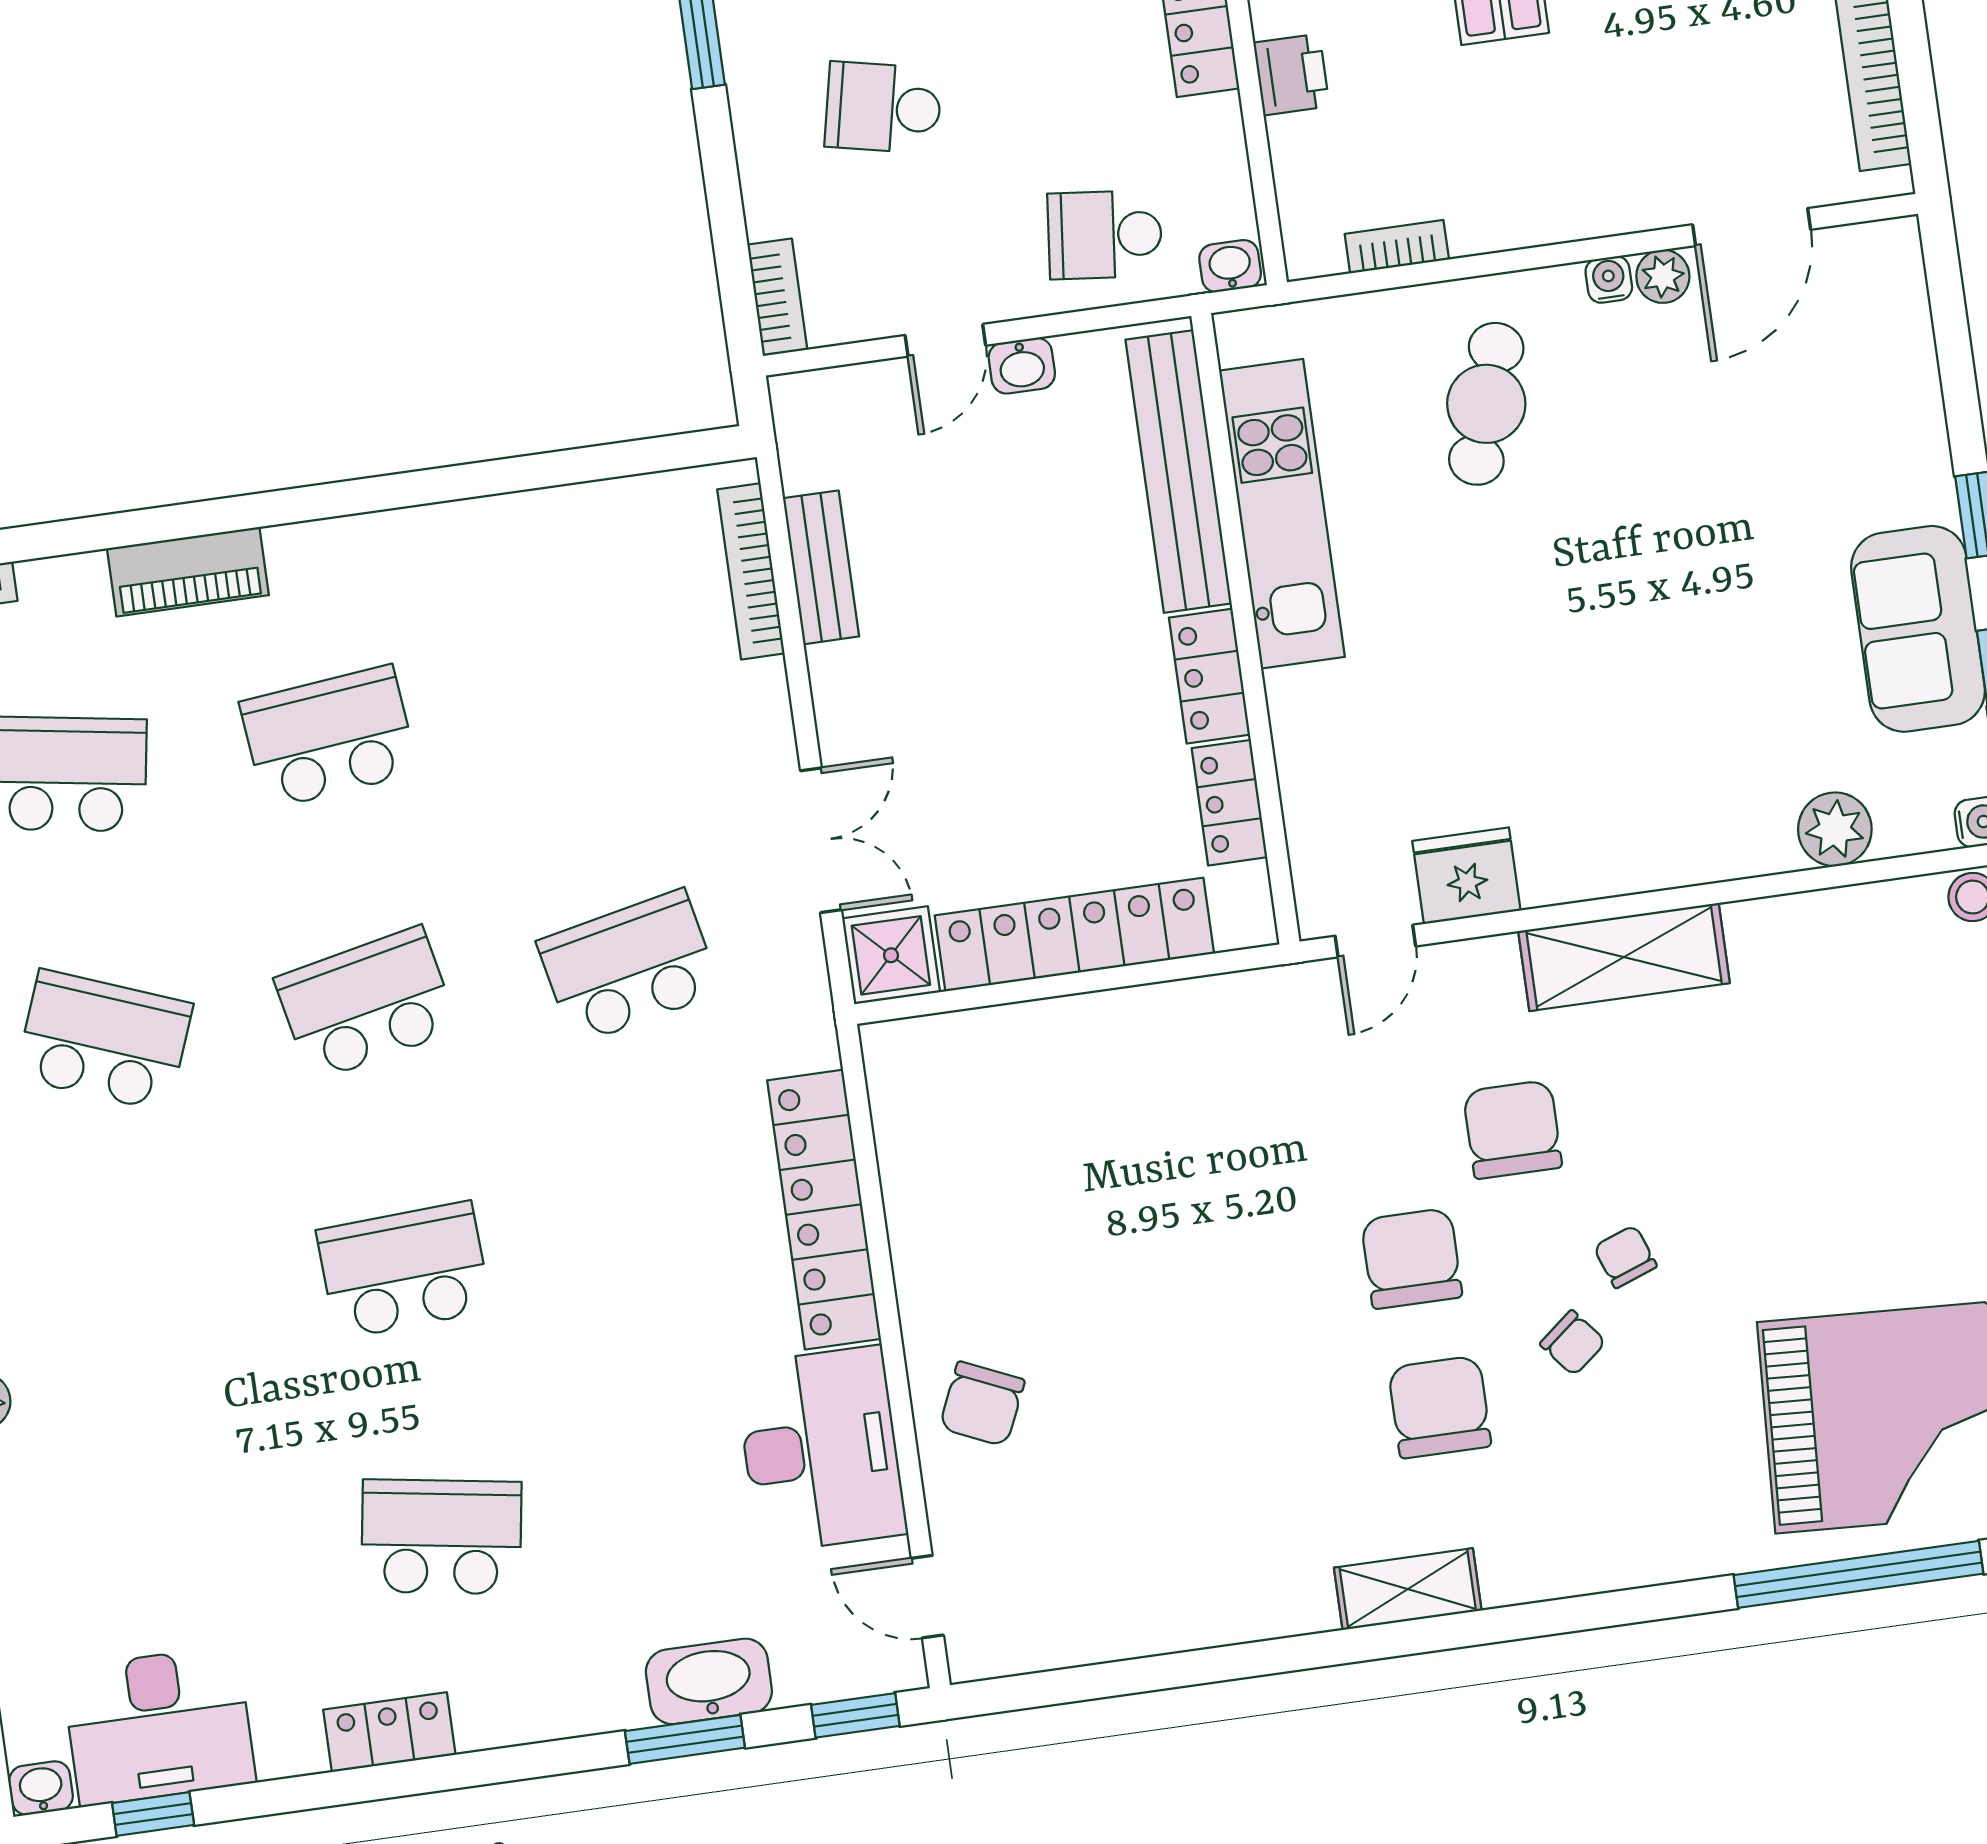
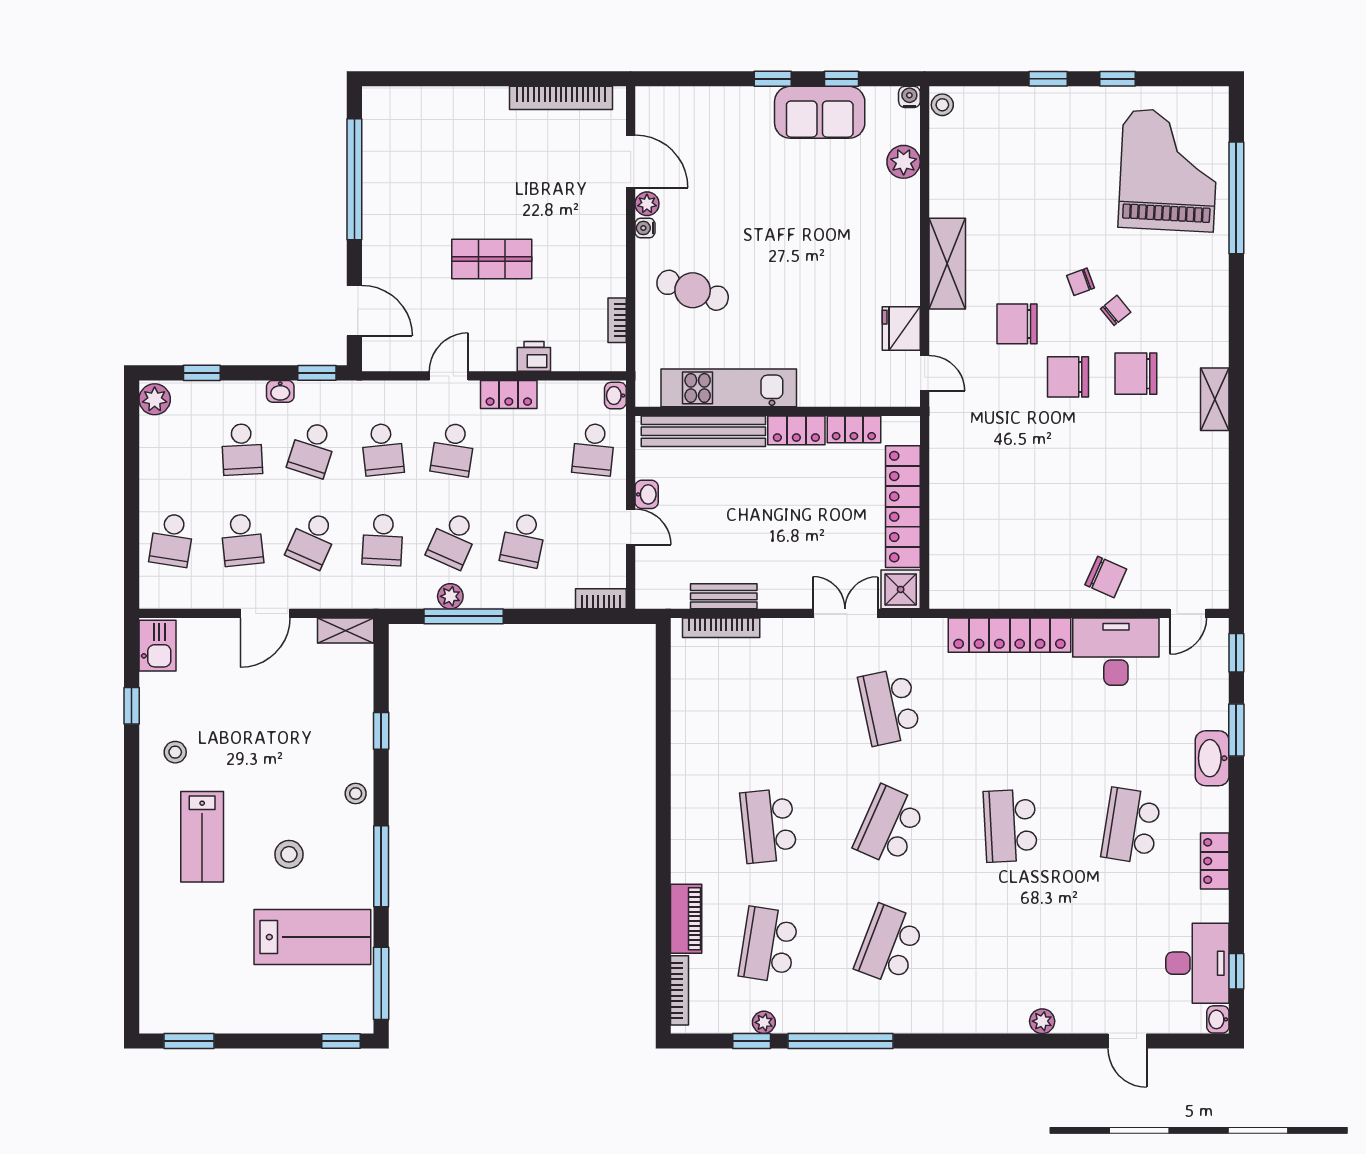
piano: (188, 572) -> (686, 919), moved
school desk: (366, 1004) -> (889, 826), turned 36
washbasin: (709, 1681) -> (1212, 758), moved

